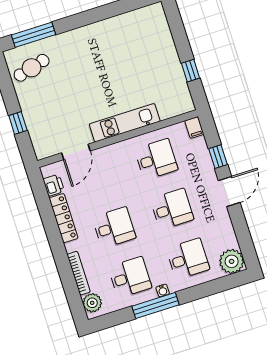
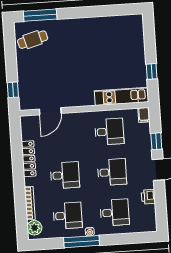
window: (18, 123) -> (13, 90), moved
kitchen unit: (125, 123) -> (122, 96), moved
printer: (54, 185) -> (148, 197), moved, turned 180
plant: (232, 261) -> (147, 223), removed

